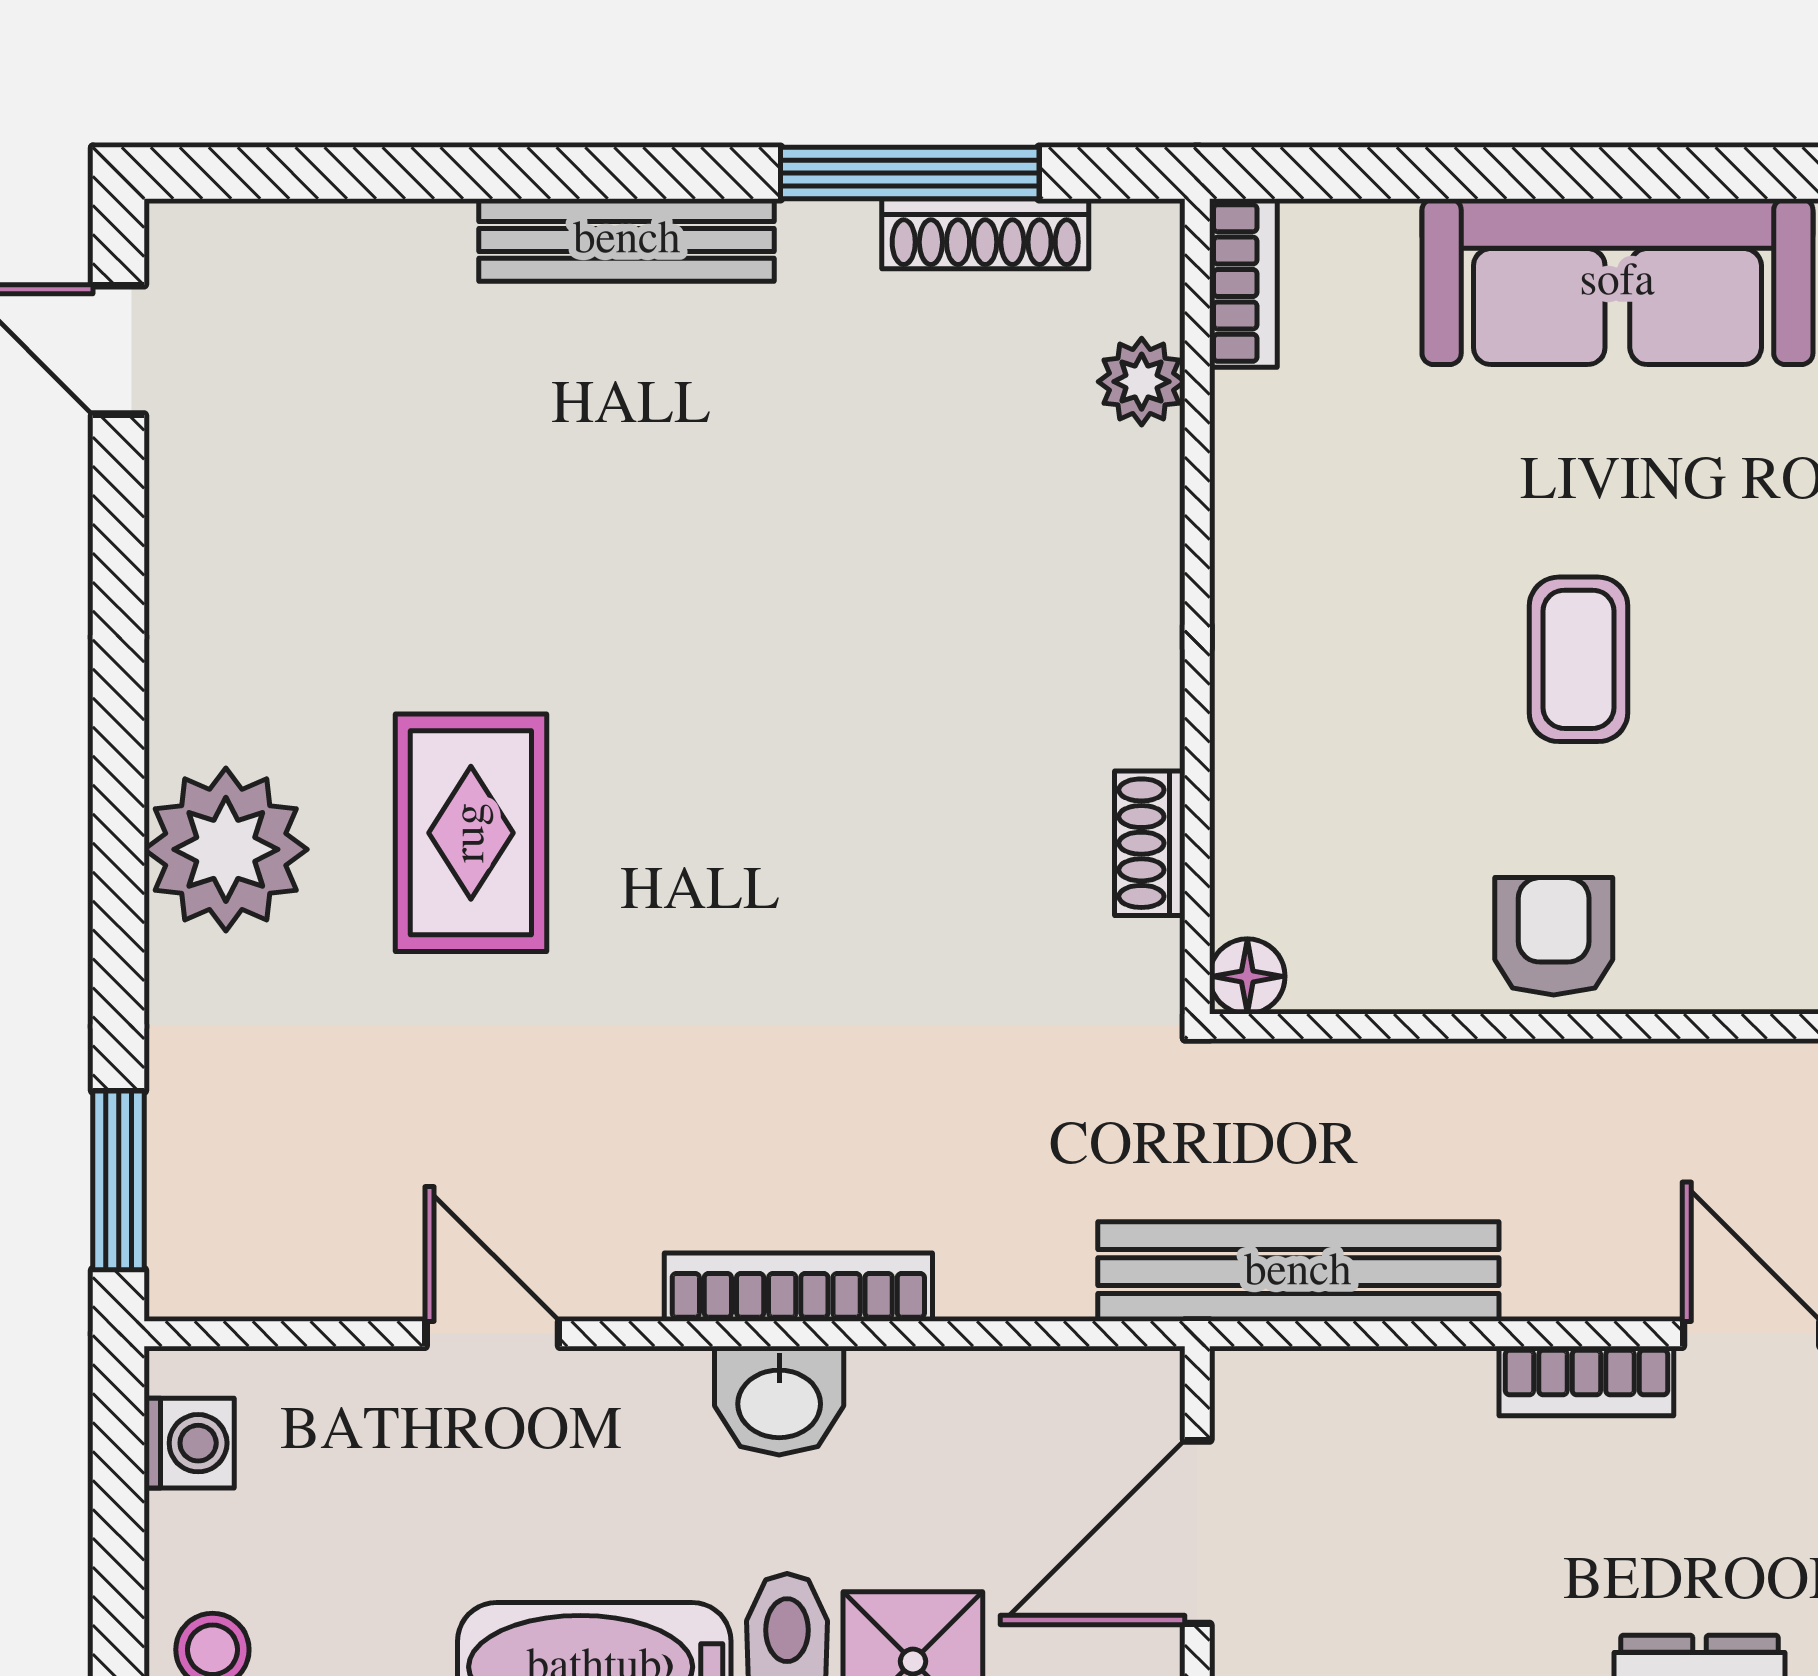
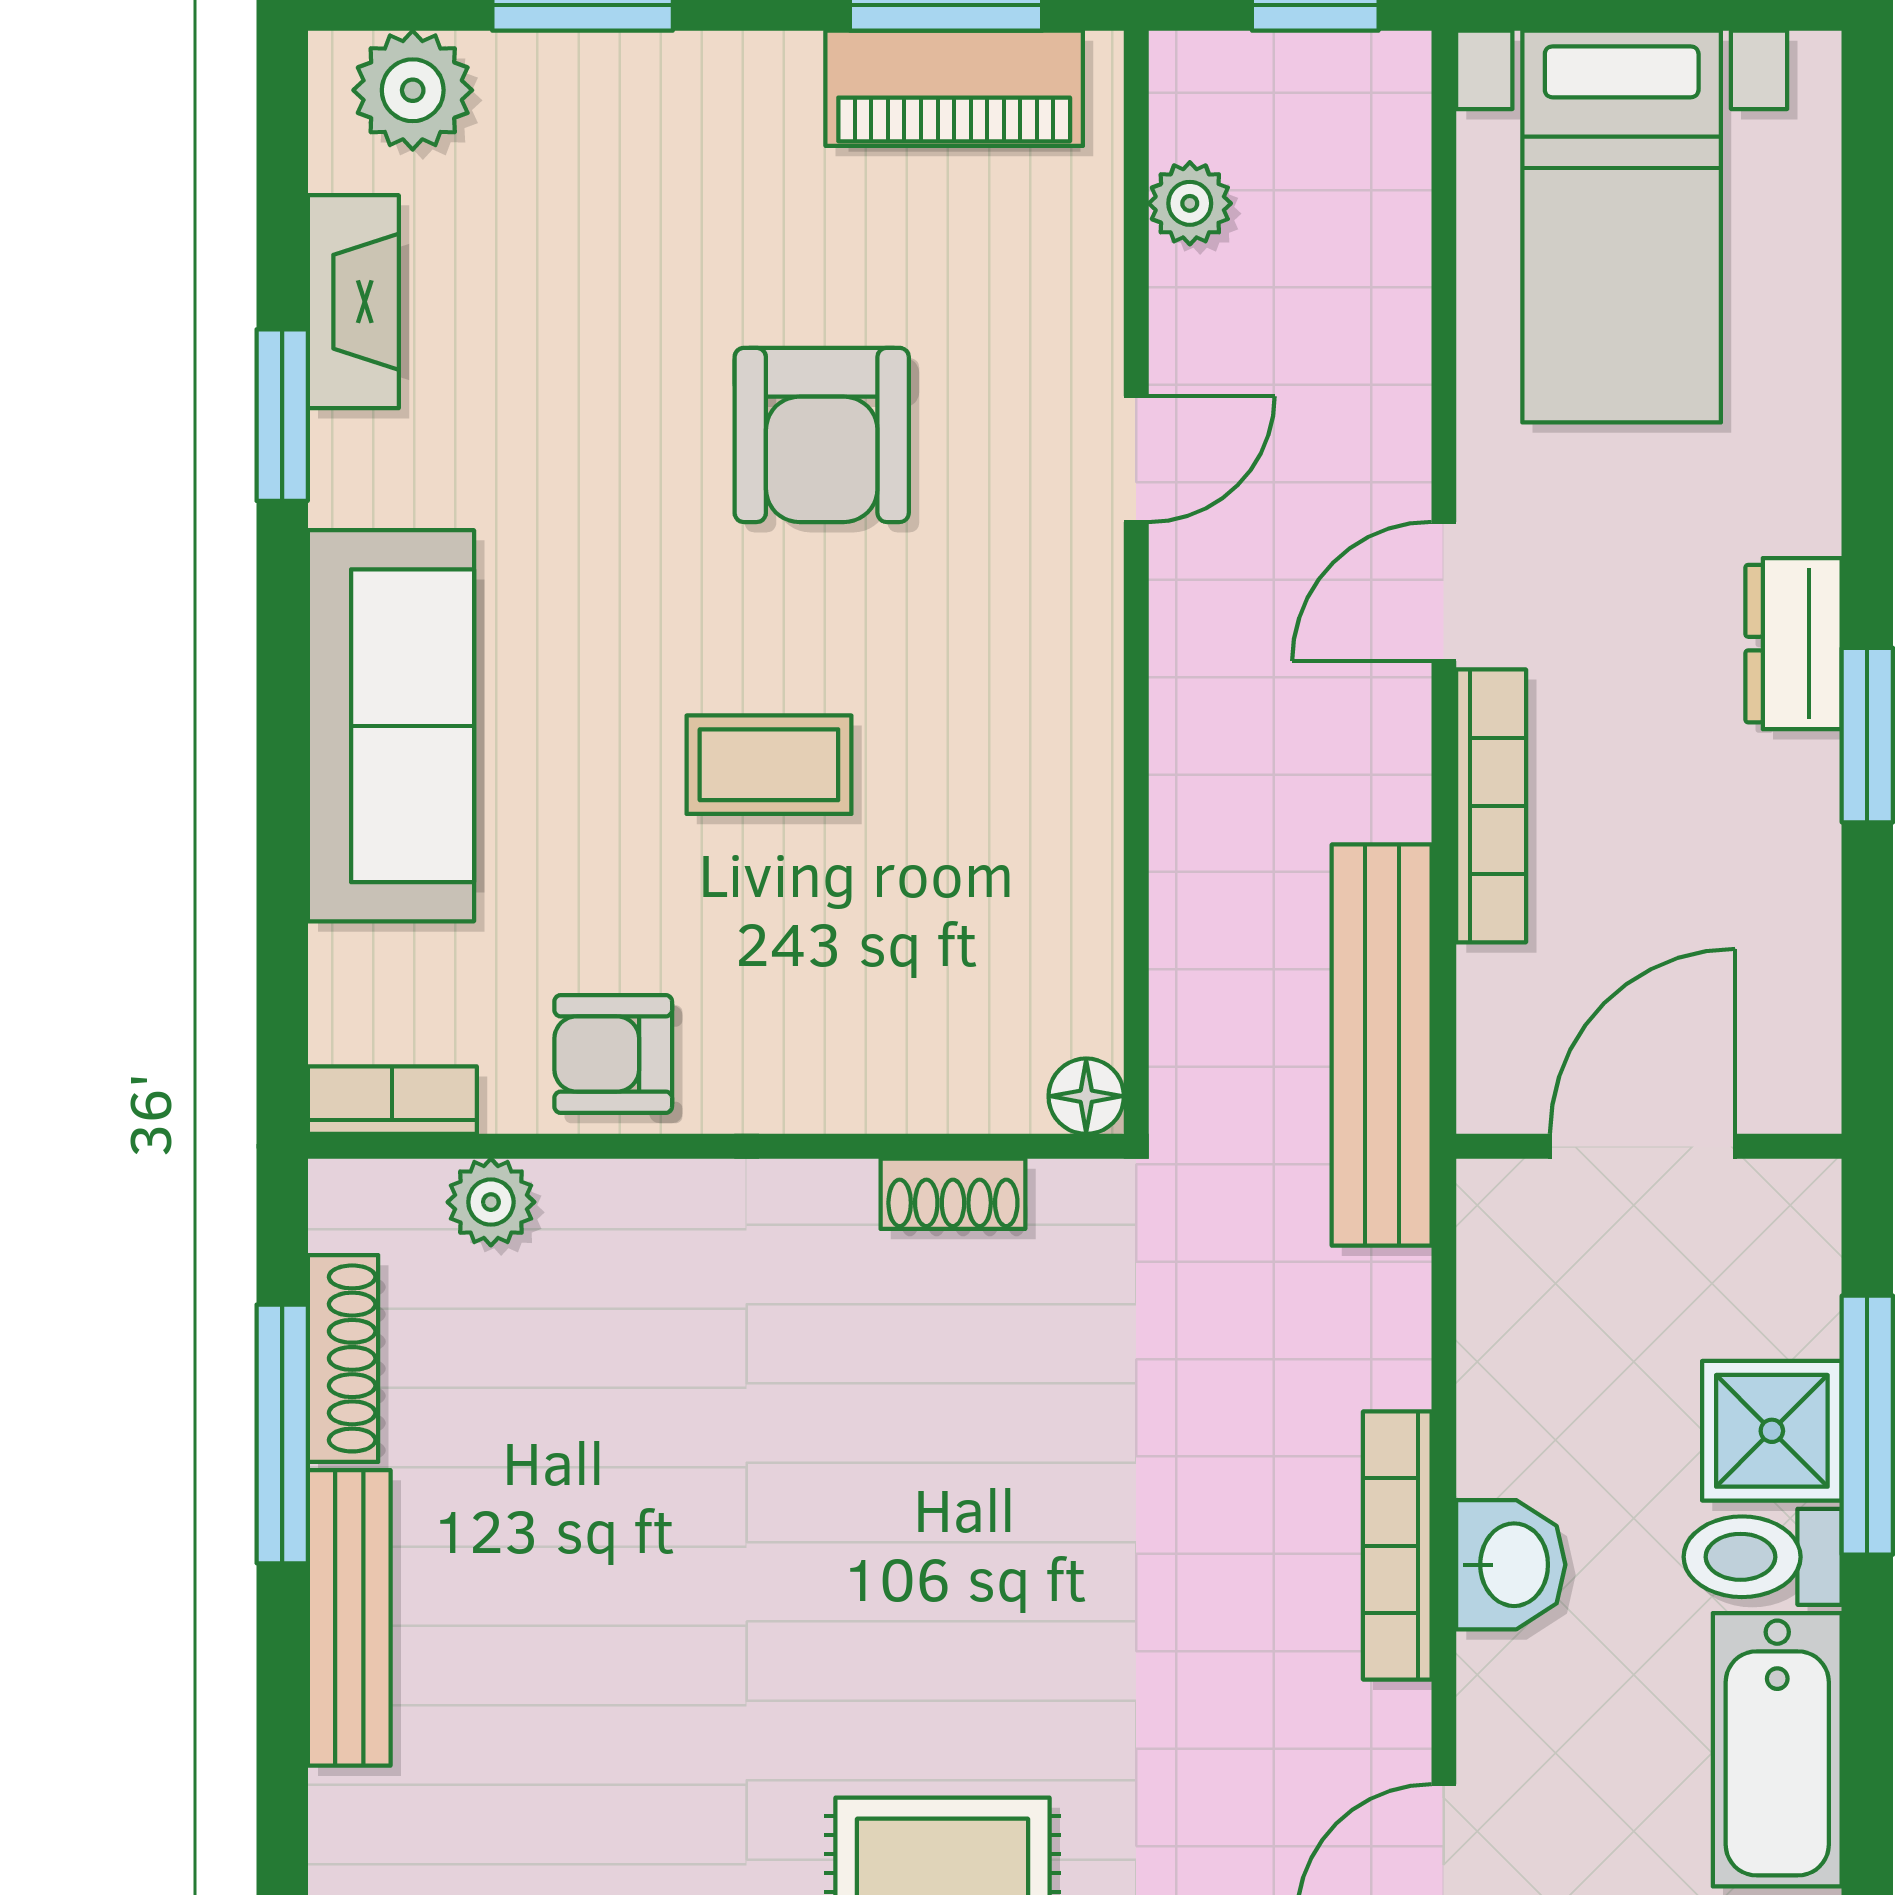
bench: (627, 240) -> (349, 1618), moved
armchair: (1554, 936) -> (613, 1054), moved
bookcase: (1586, 1381) -> (1491, 806), width x1.56
door: (1197, 1532) -> (1643, 1146), swing flipped

